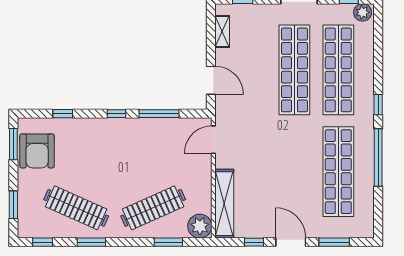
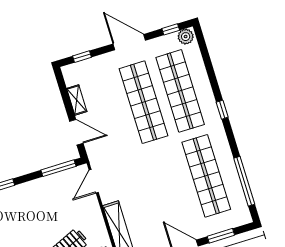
shelving: (222, 31) -> (77, 100), moved
window: (159, 114) -> (58, 168), moved
window: (378, 157) -> (244, 181), moved

